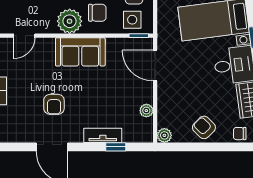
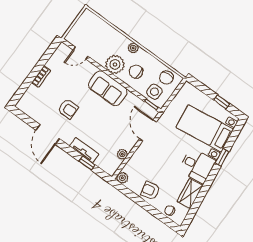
chair: (97, 13) -> (136, 72), turned 180
armchair: (54, 104) -> (68, 109), turned -90
armchair: (204, 127) -> (150, 191), turned -58

